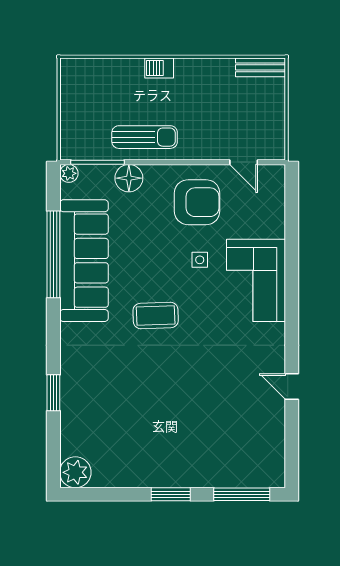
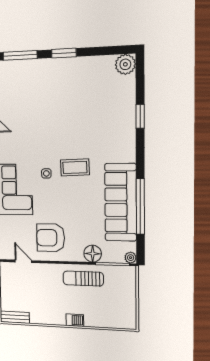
side table: (200, 260) -> (46, 173), moved

